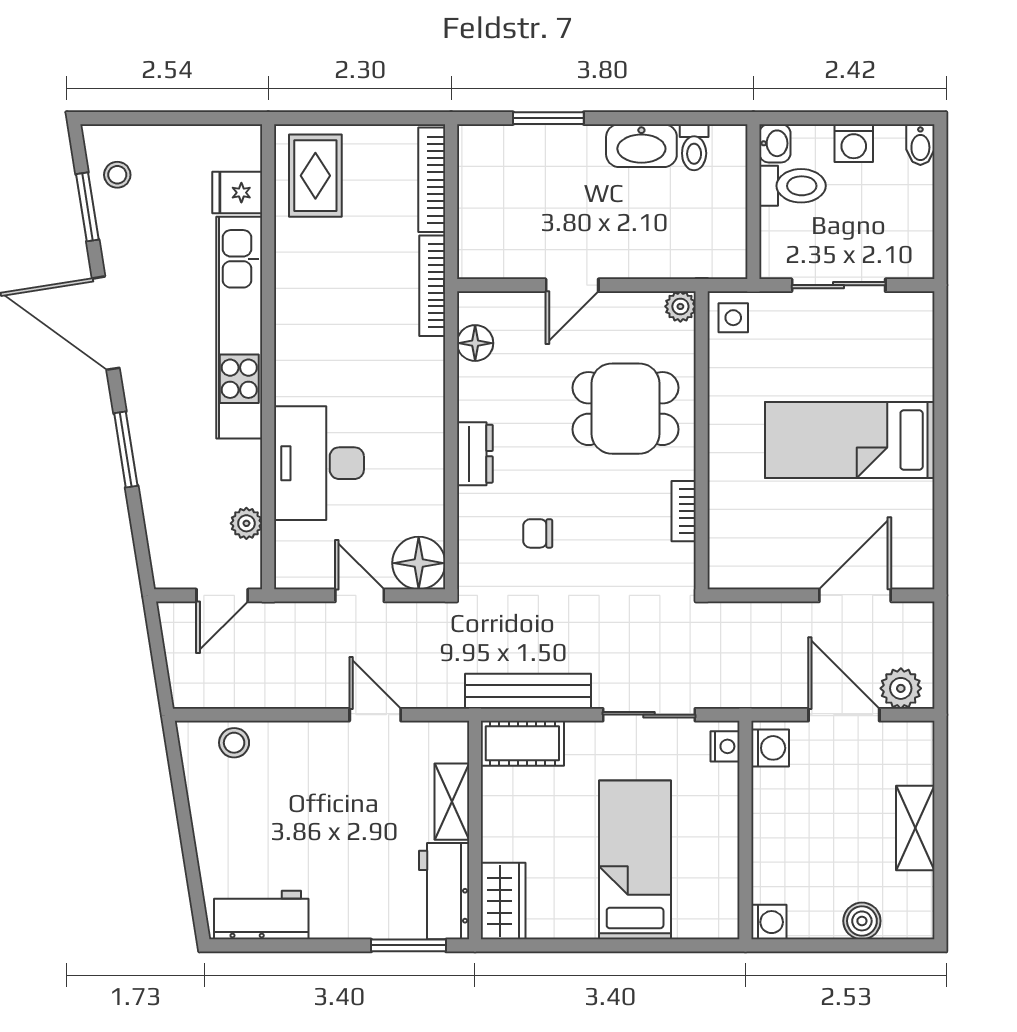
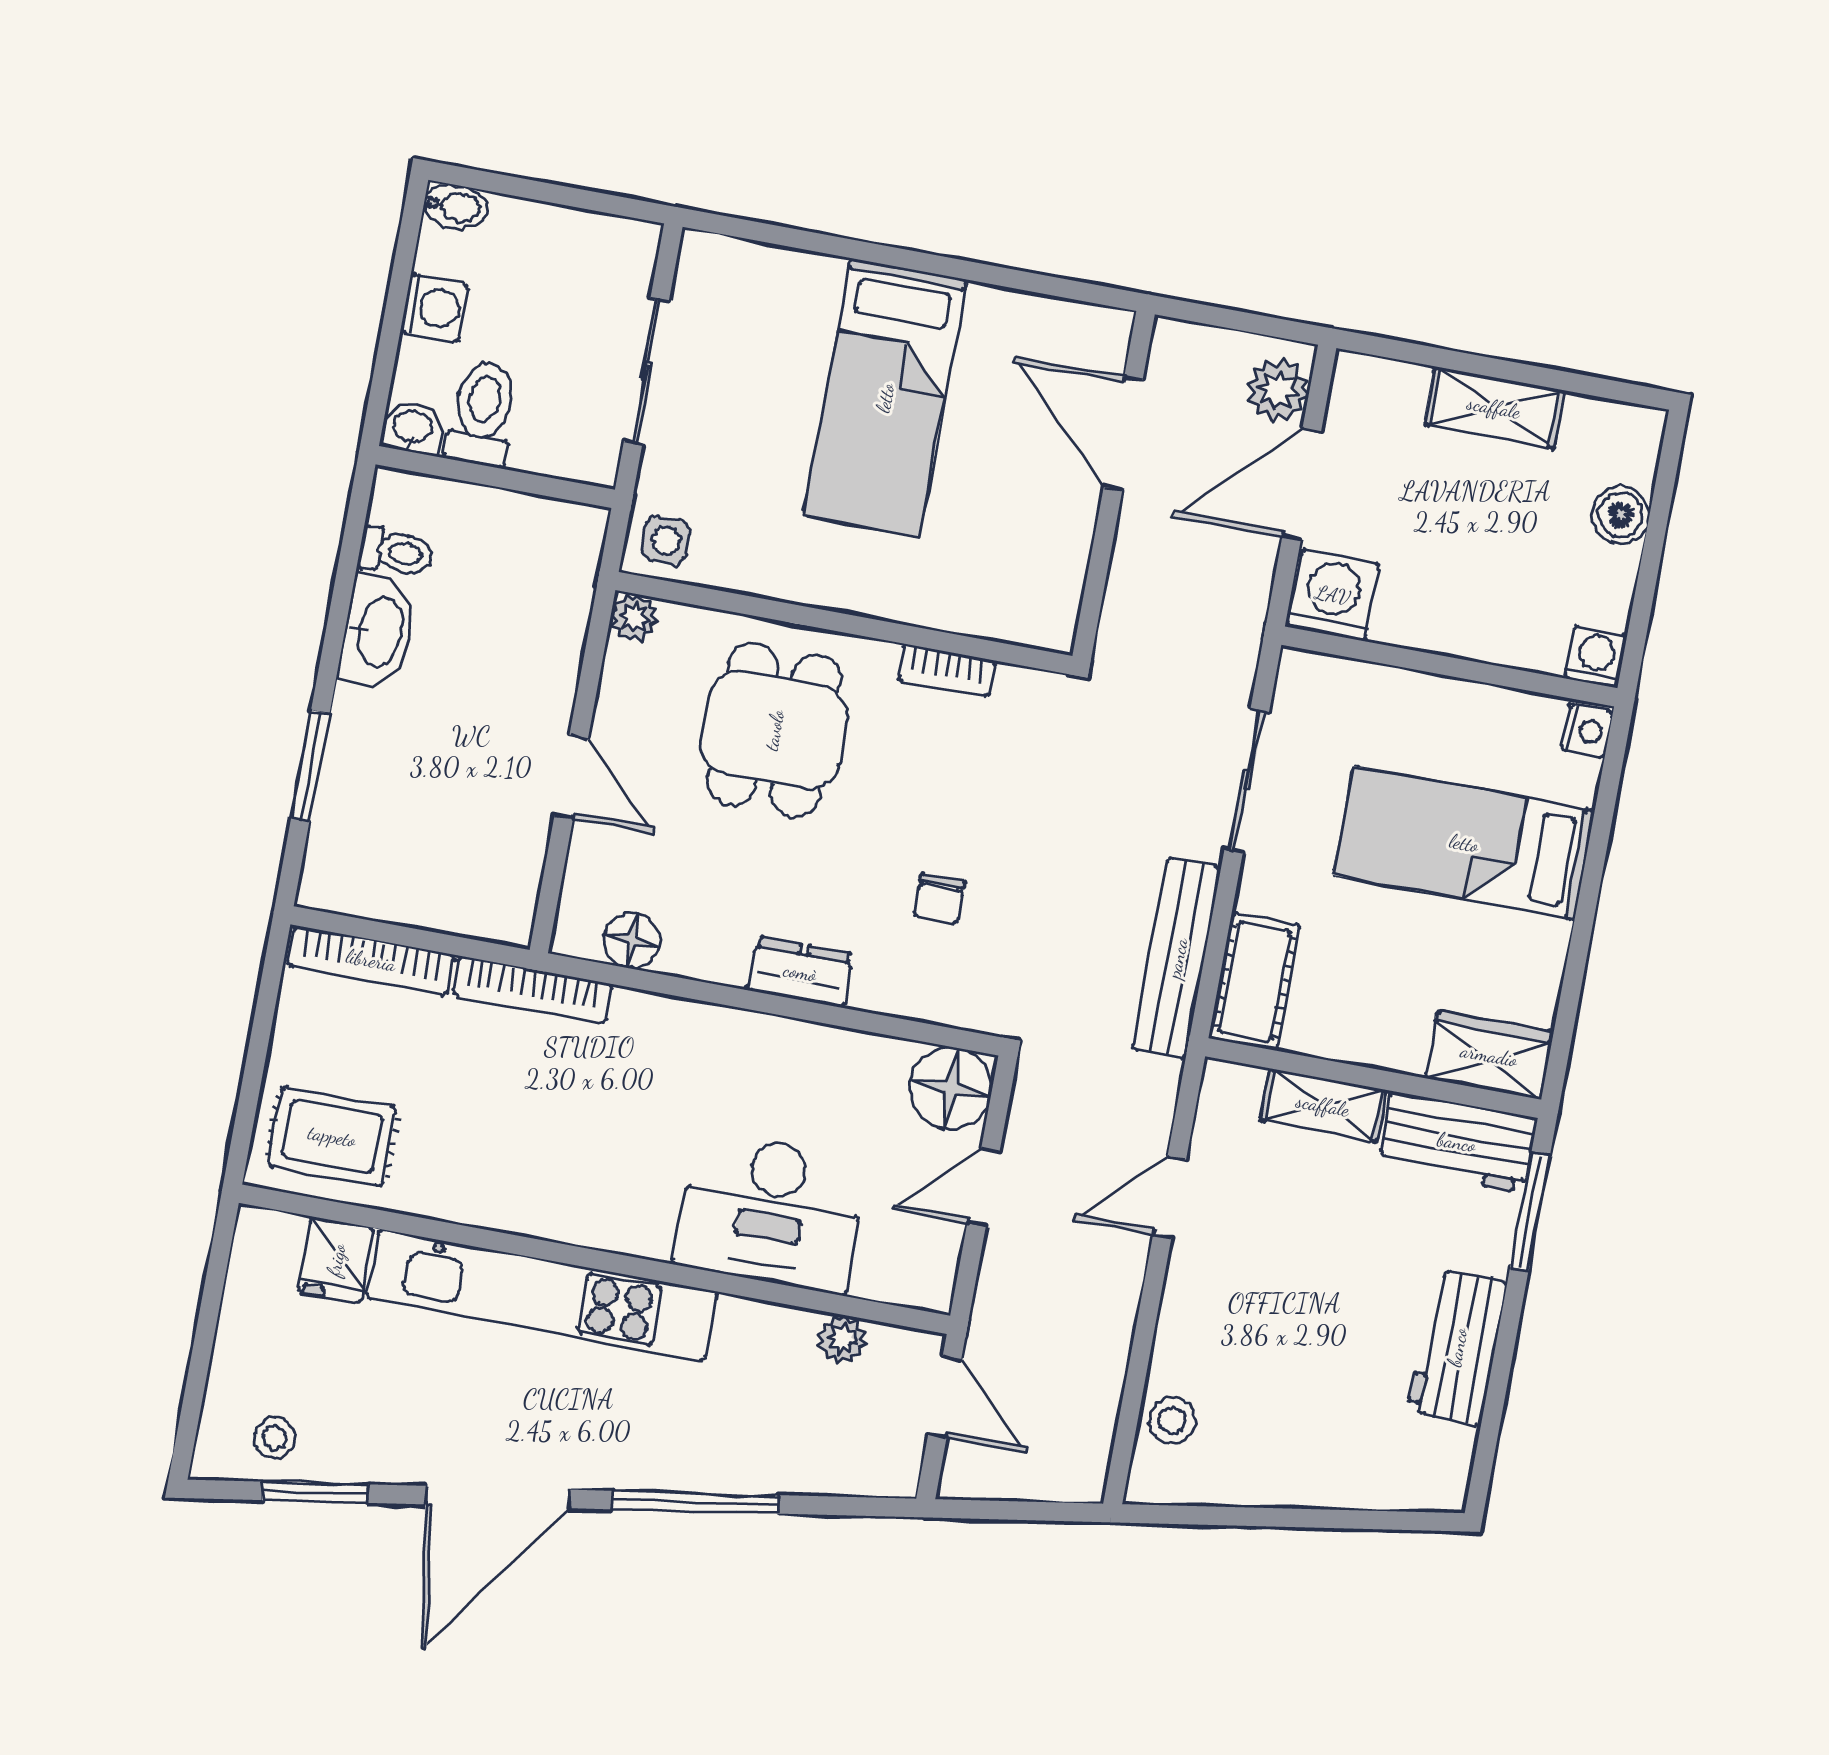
window: (126, 450) -> (695, 1502), width x1.44
nightstand: (725, 746) -> (1587, 731), moved, turned 90
washing machine: (770, 748) -> (1333, 595), width x1.38, depth x1.38
workbench: (261, 915) -> (1457, 1347), moved

